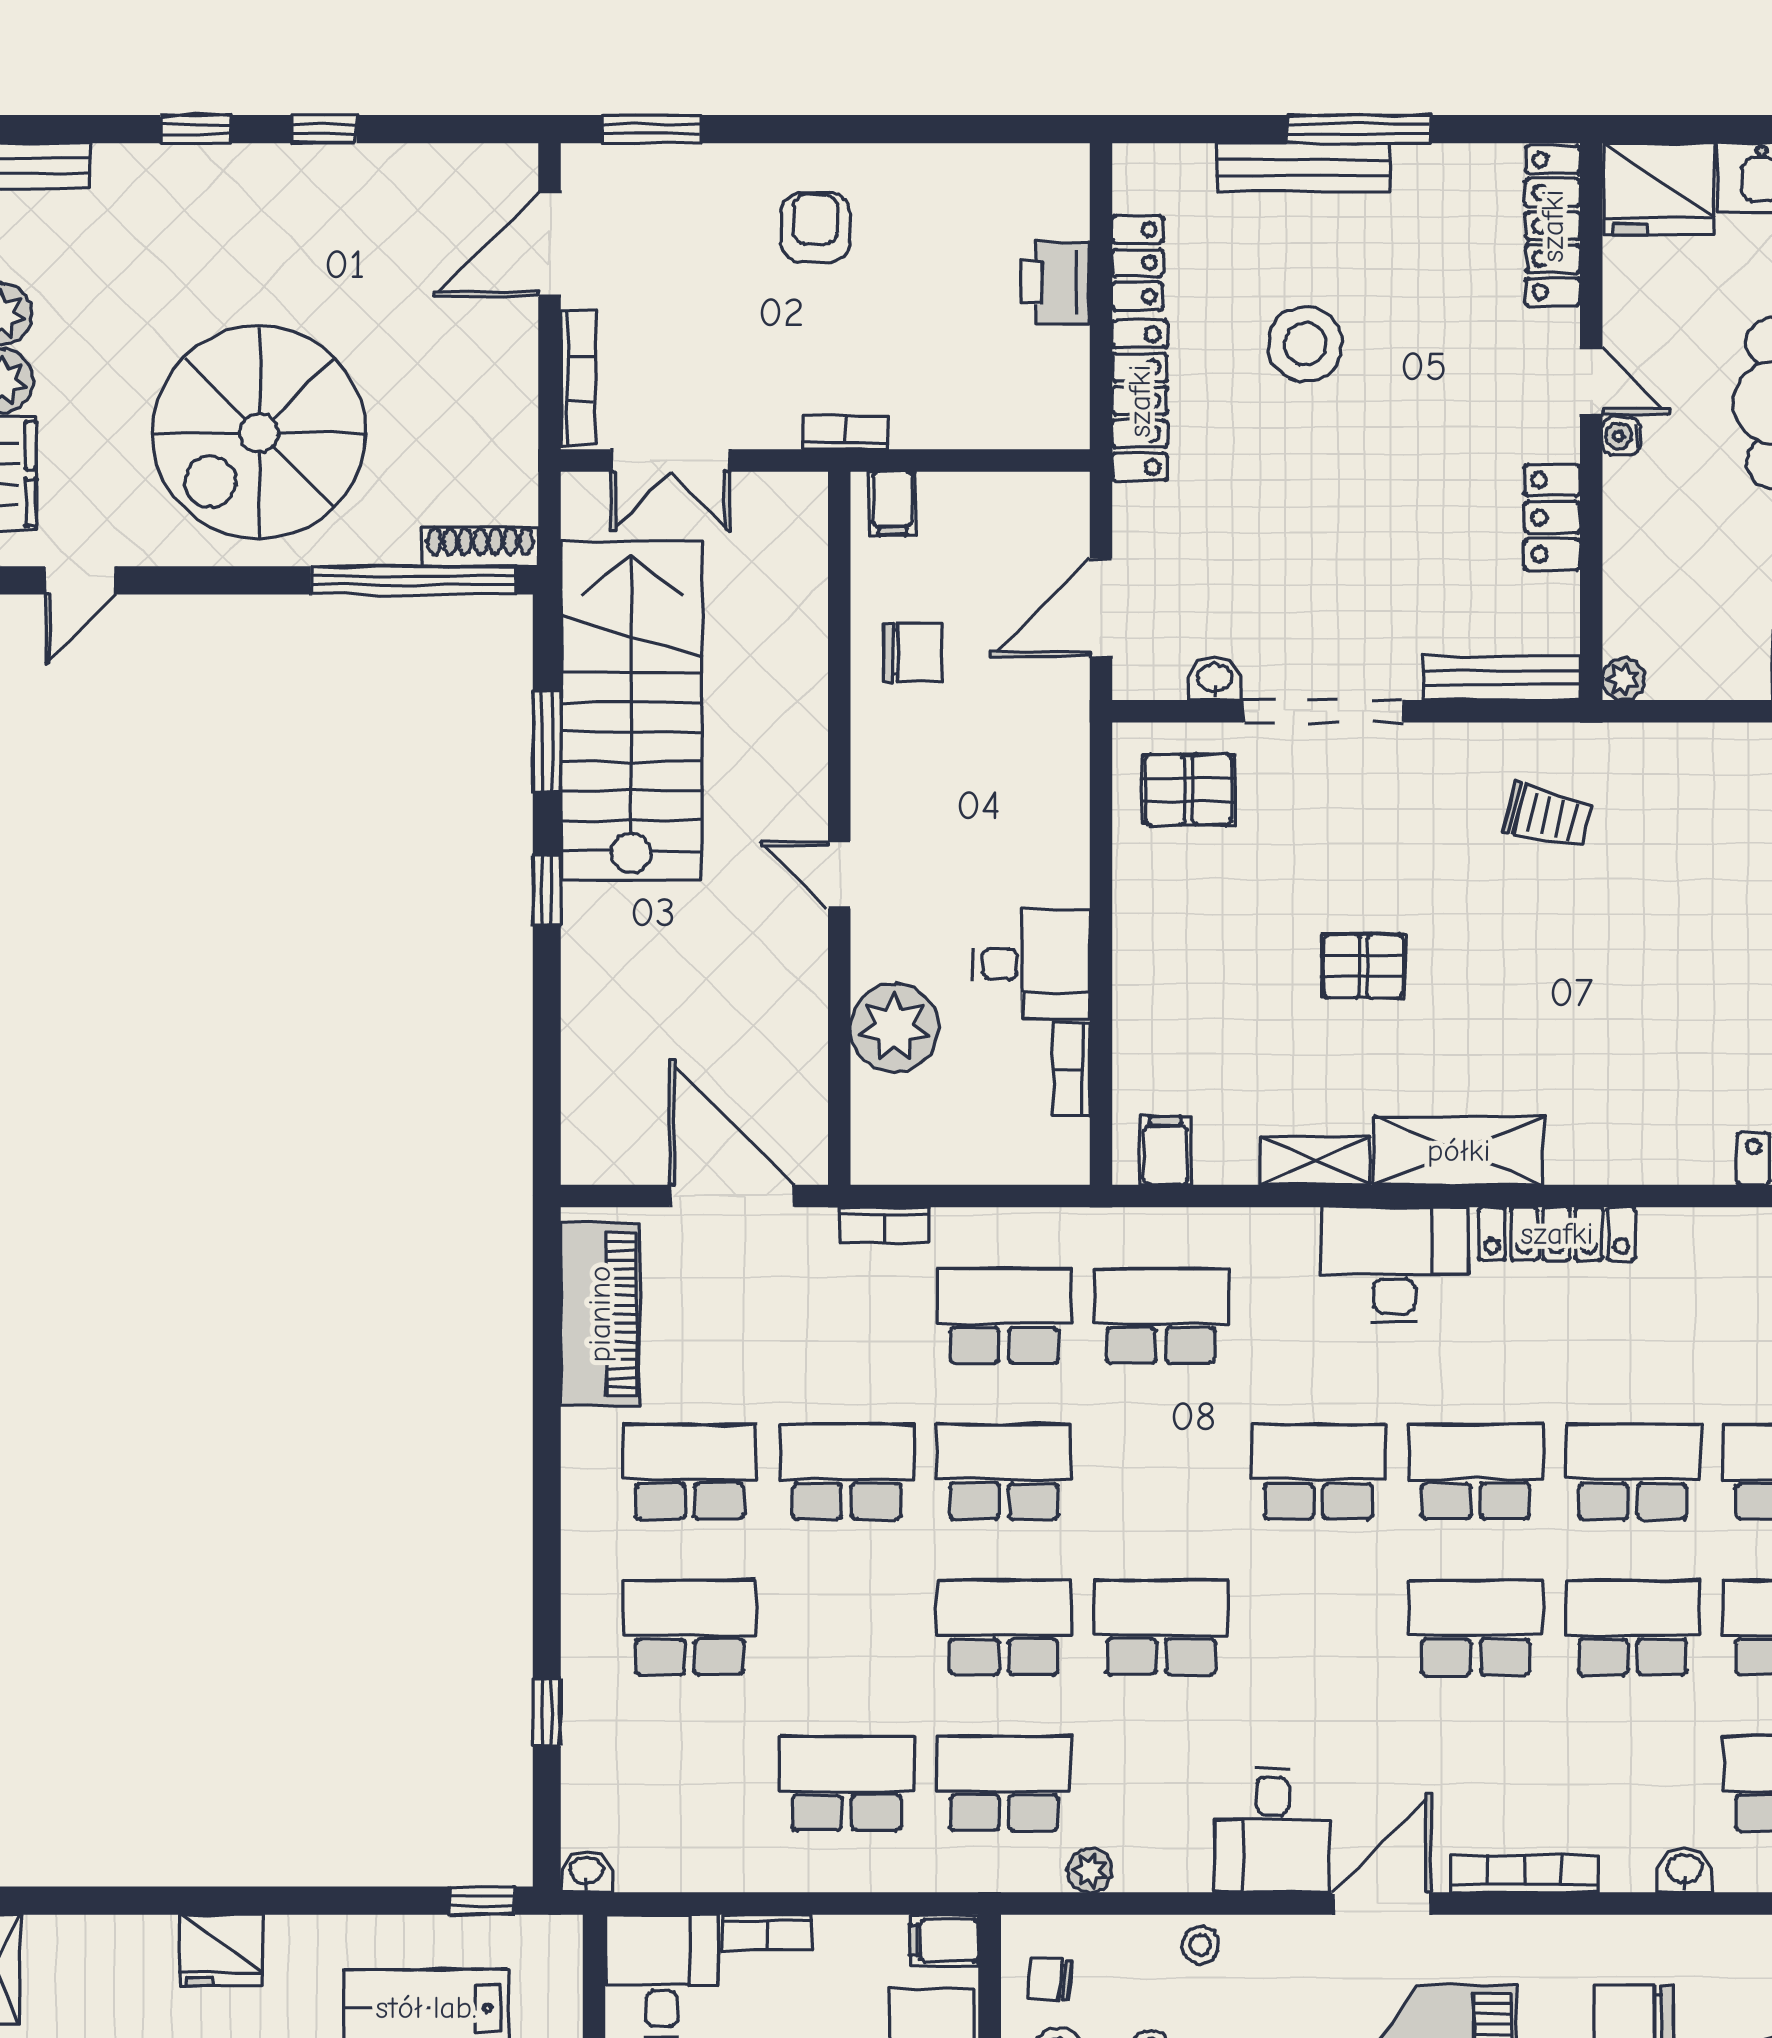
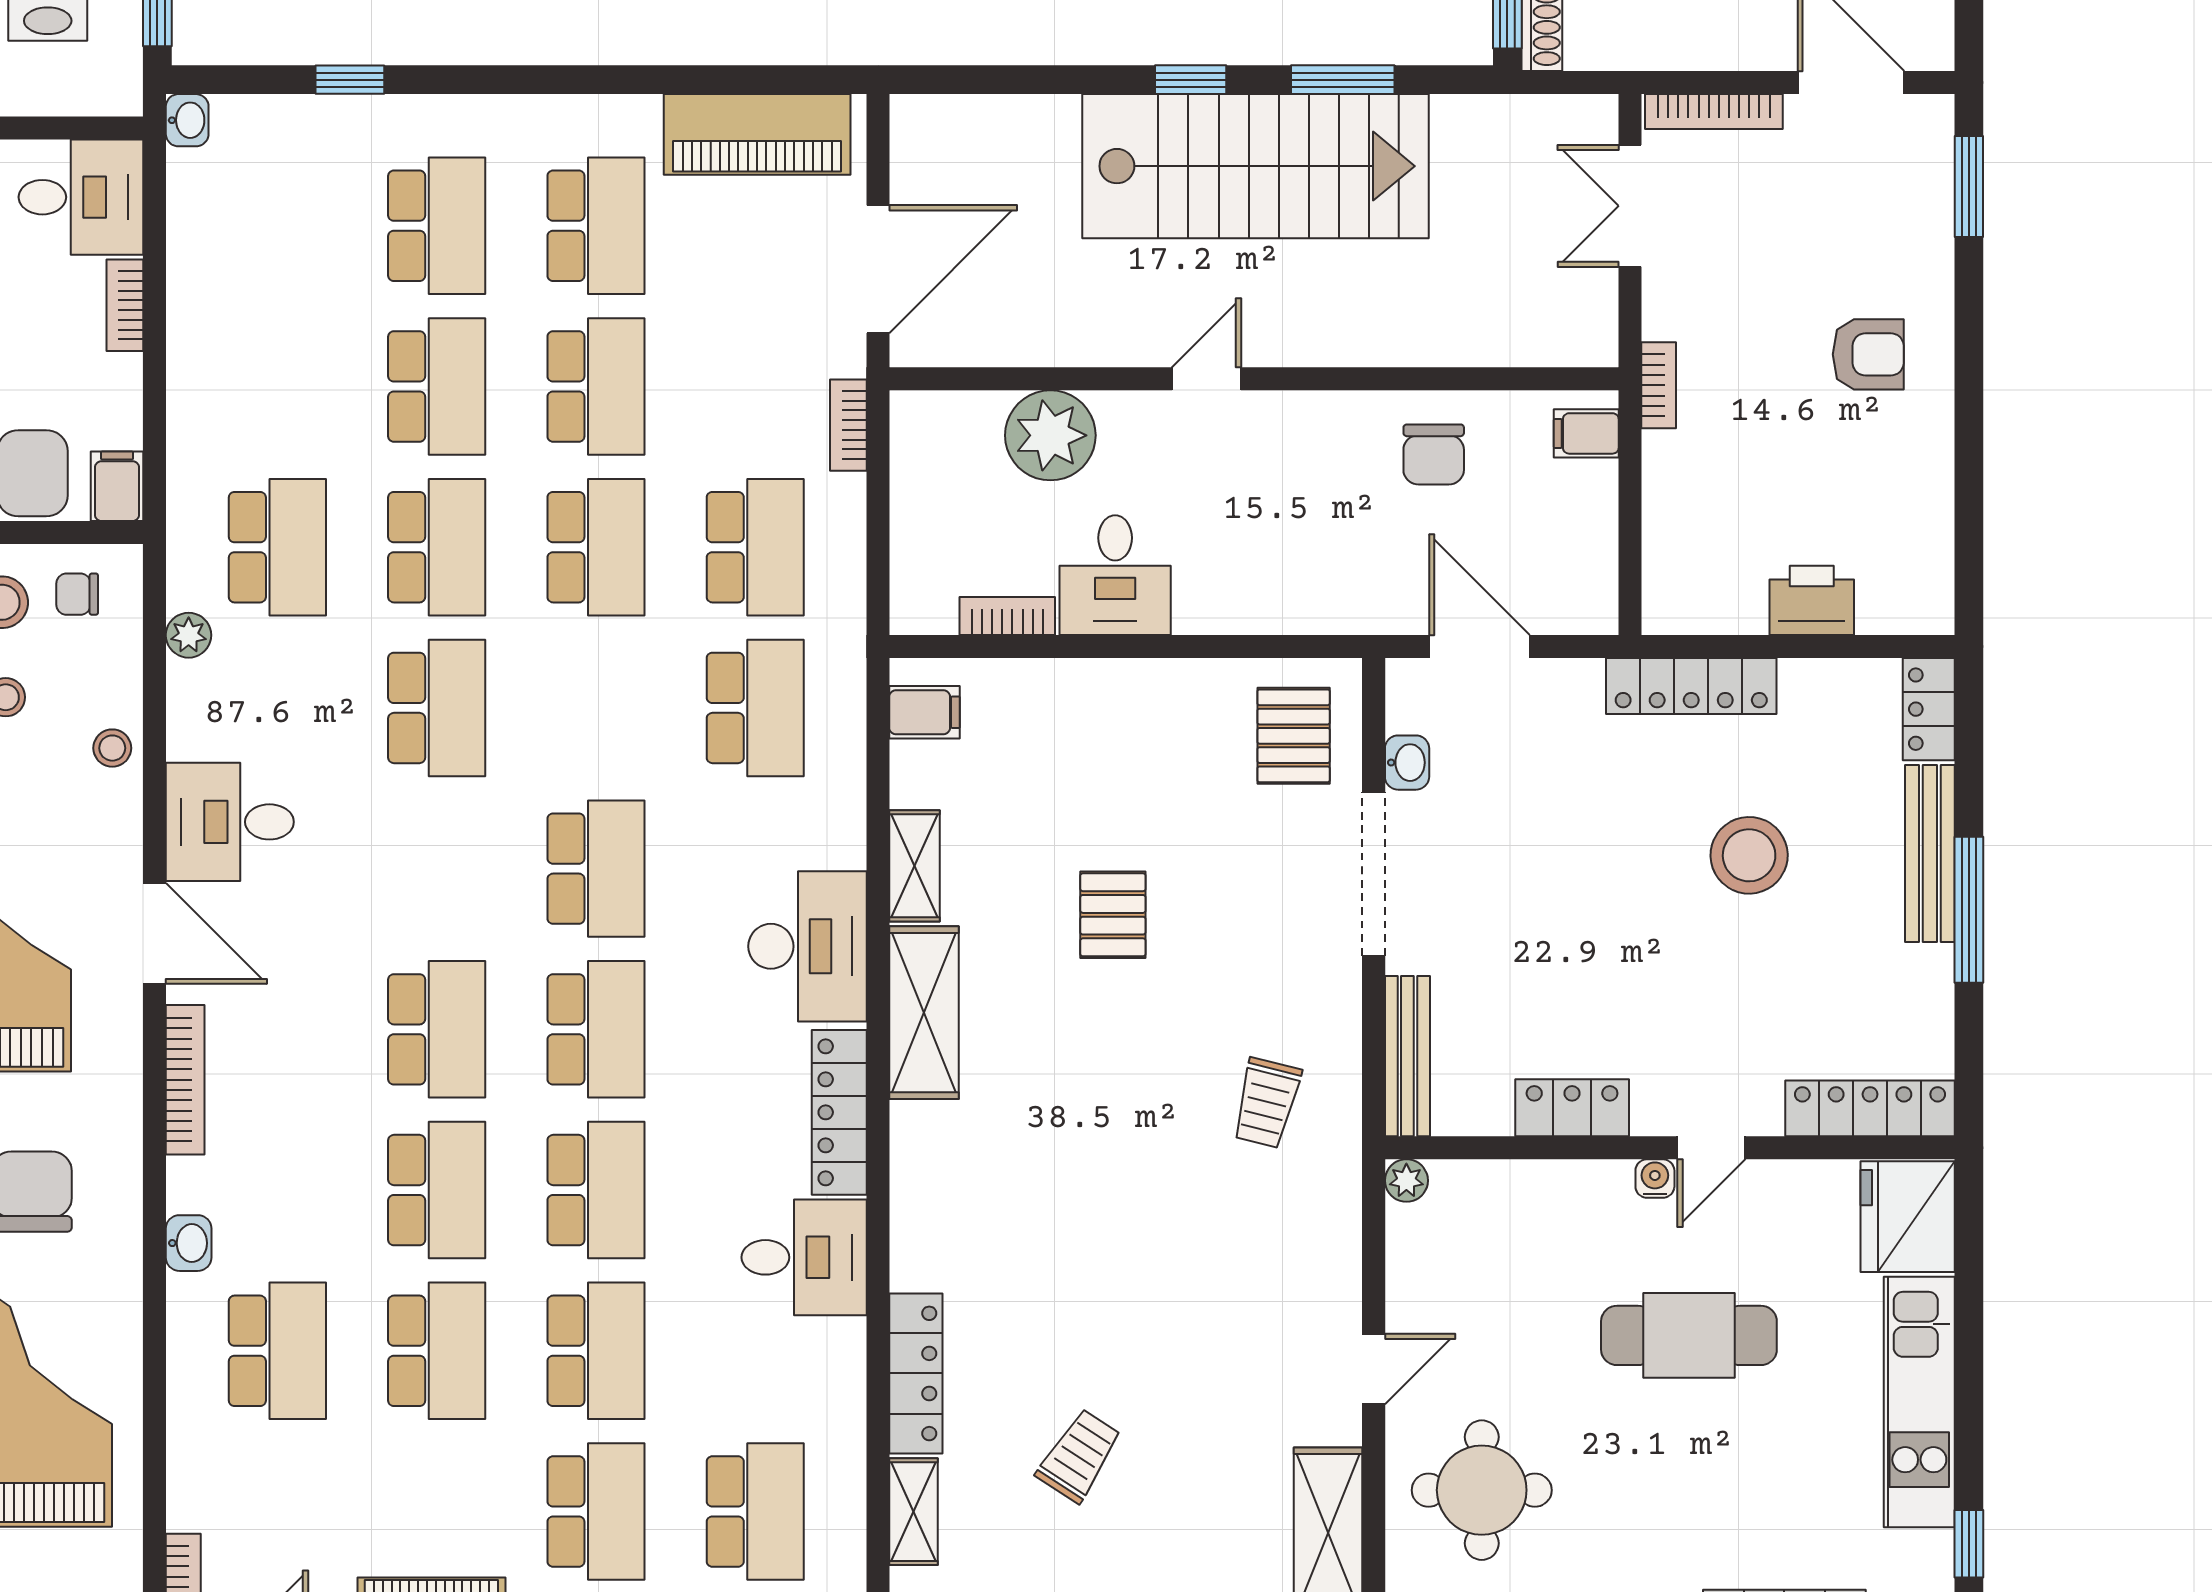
locker: (1138, 263) -> (1929, 709), moved, turned 90
stairs: (631, 711) -> (1255, 166), moved
desk: (1698, 1268) -> (804, 1257), added
school desk: (847, 1783) -> (437, 386), moved
chair: (1050, 1979) -> (77, 594), turned -95

